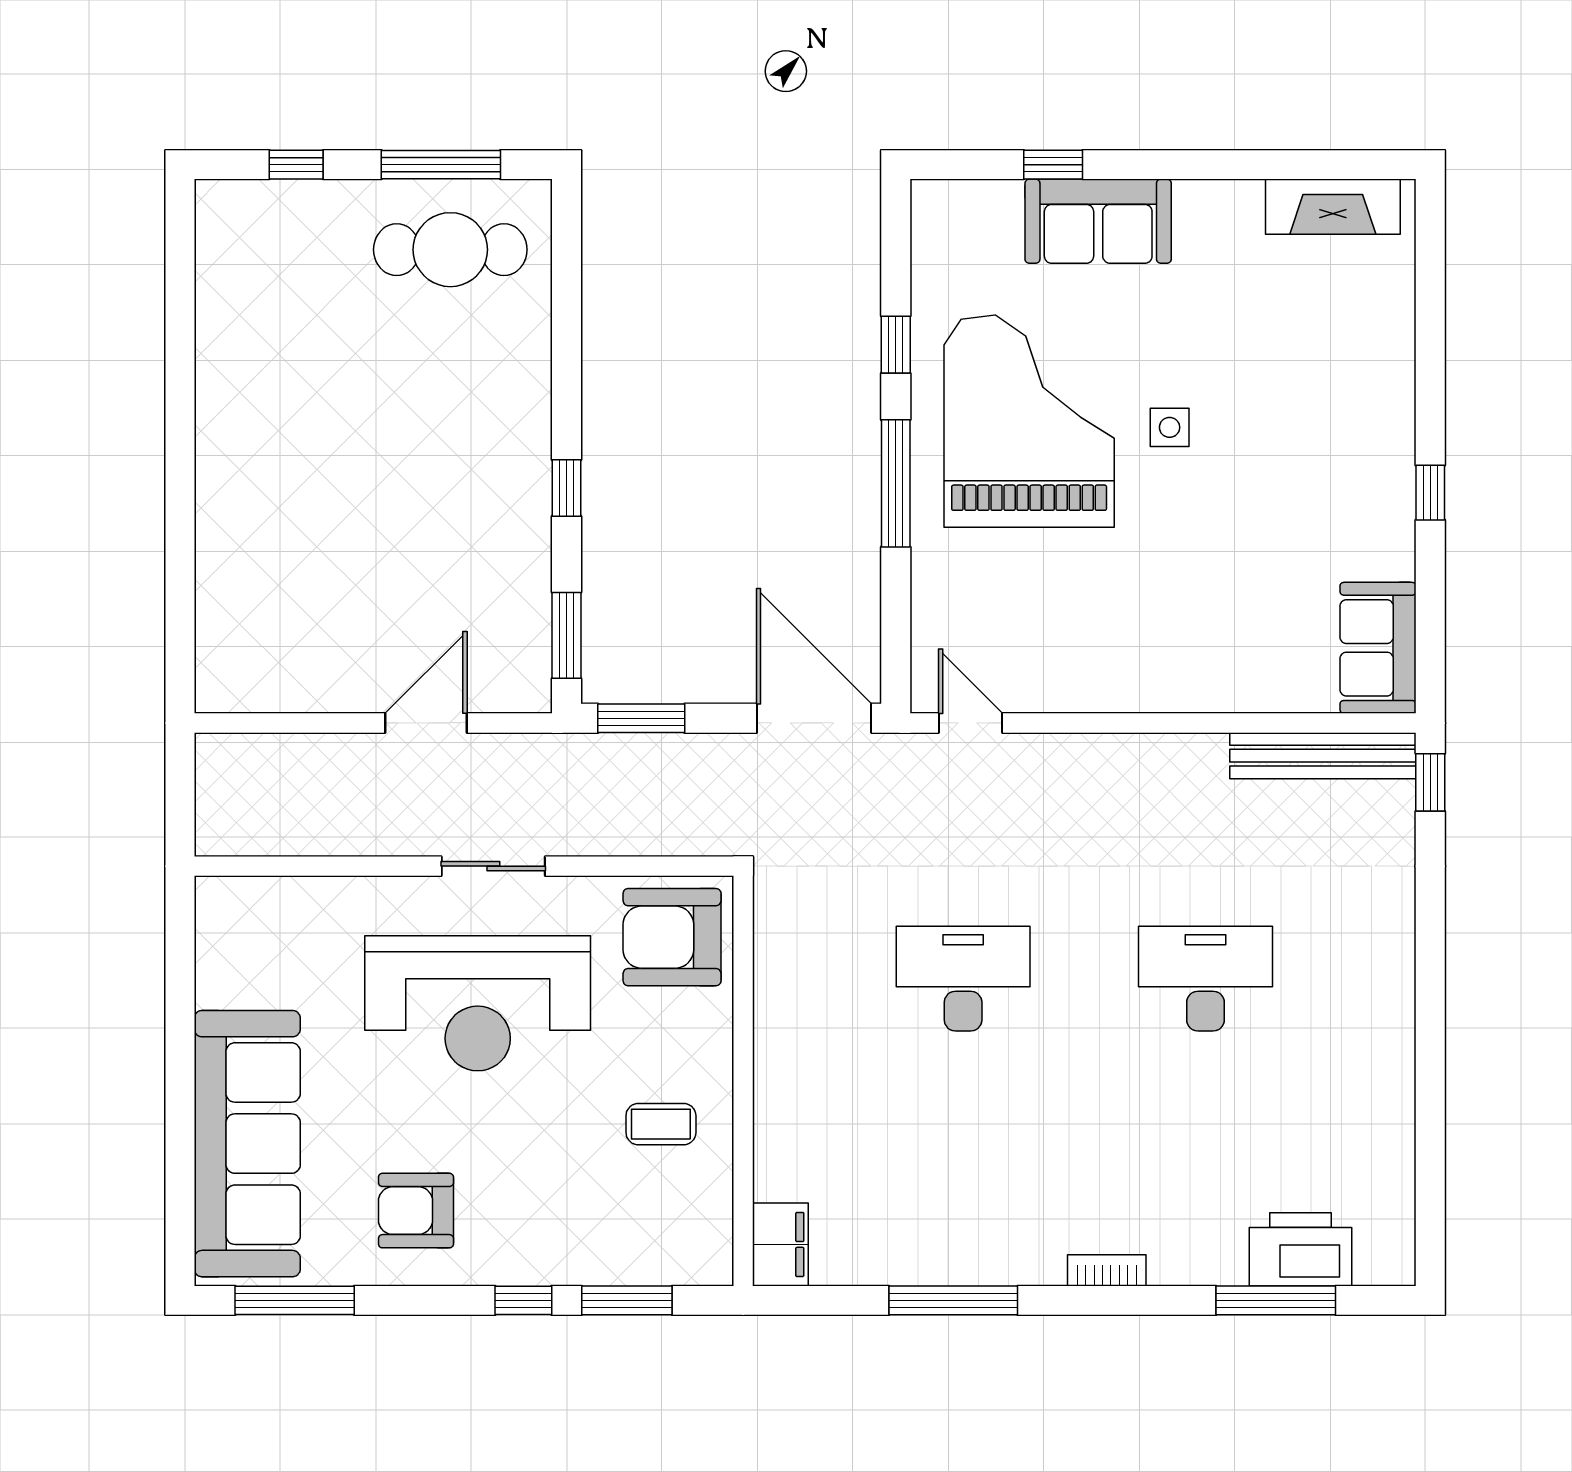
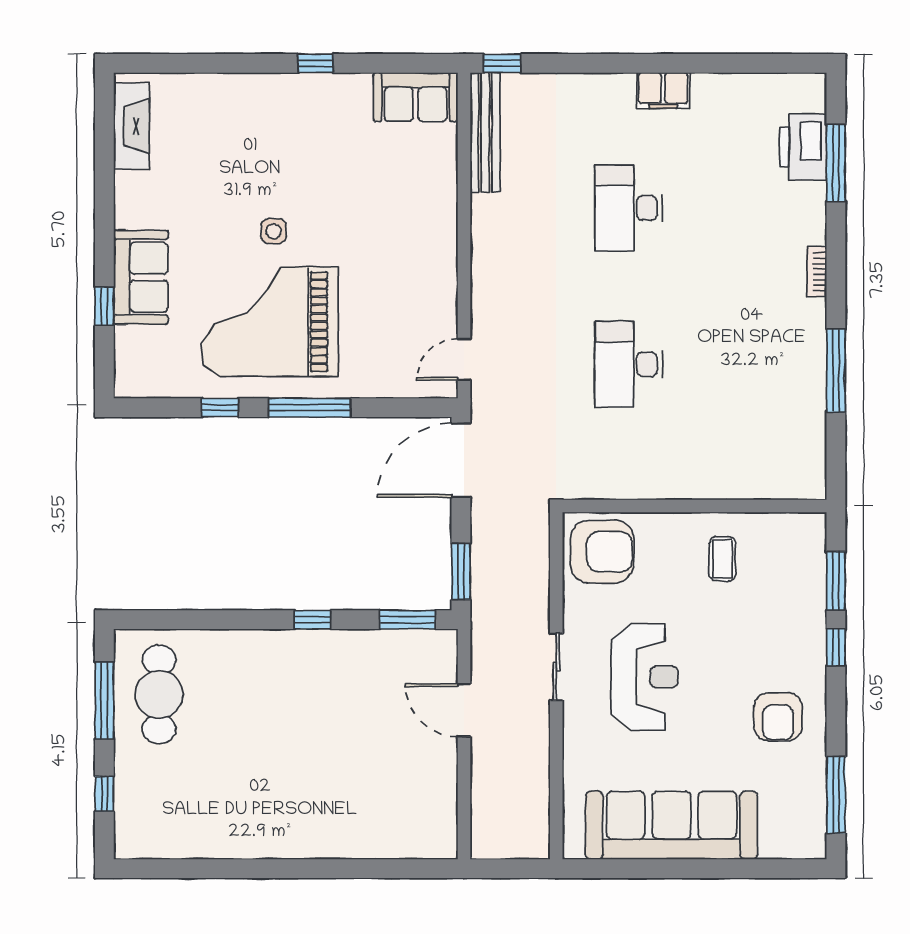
armchair: (672, 937) -> (602, 552), turned -90
reception desk: (478, 1003) -> (645, 677), width x0.74, depth x0.77
sofa: (247, 1144) -> (672, 825), moved
filing cabinet: (780, 1244) -> (663, 90), moved, turned 180

